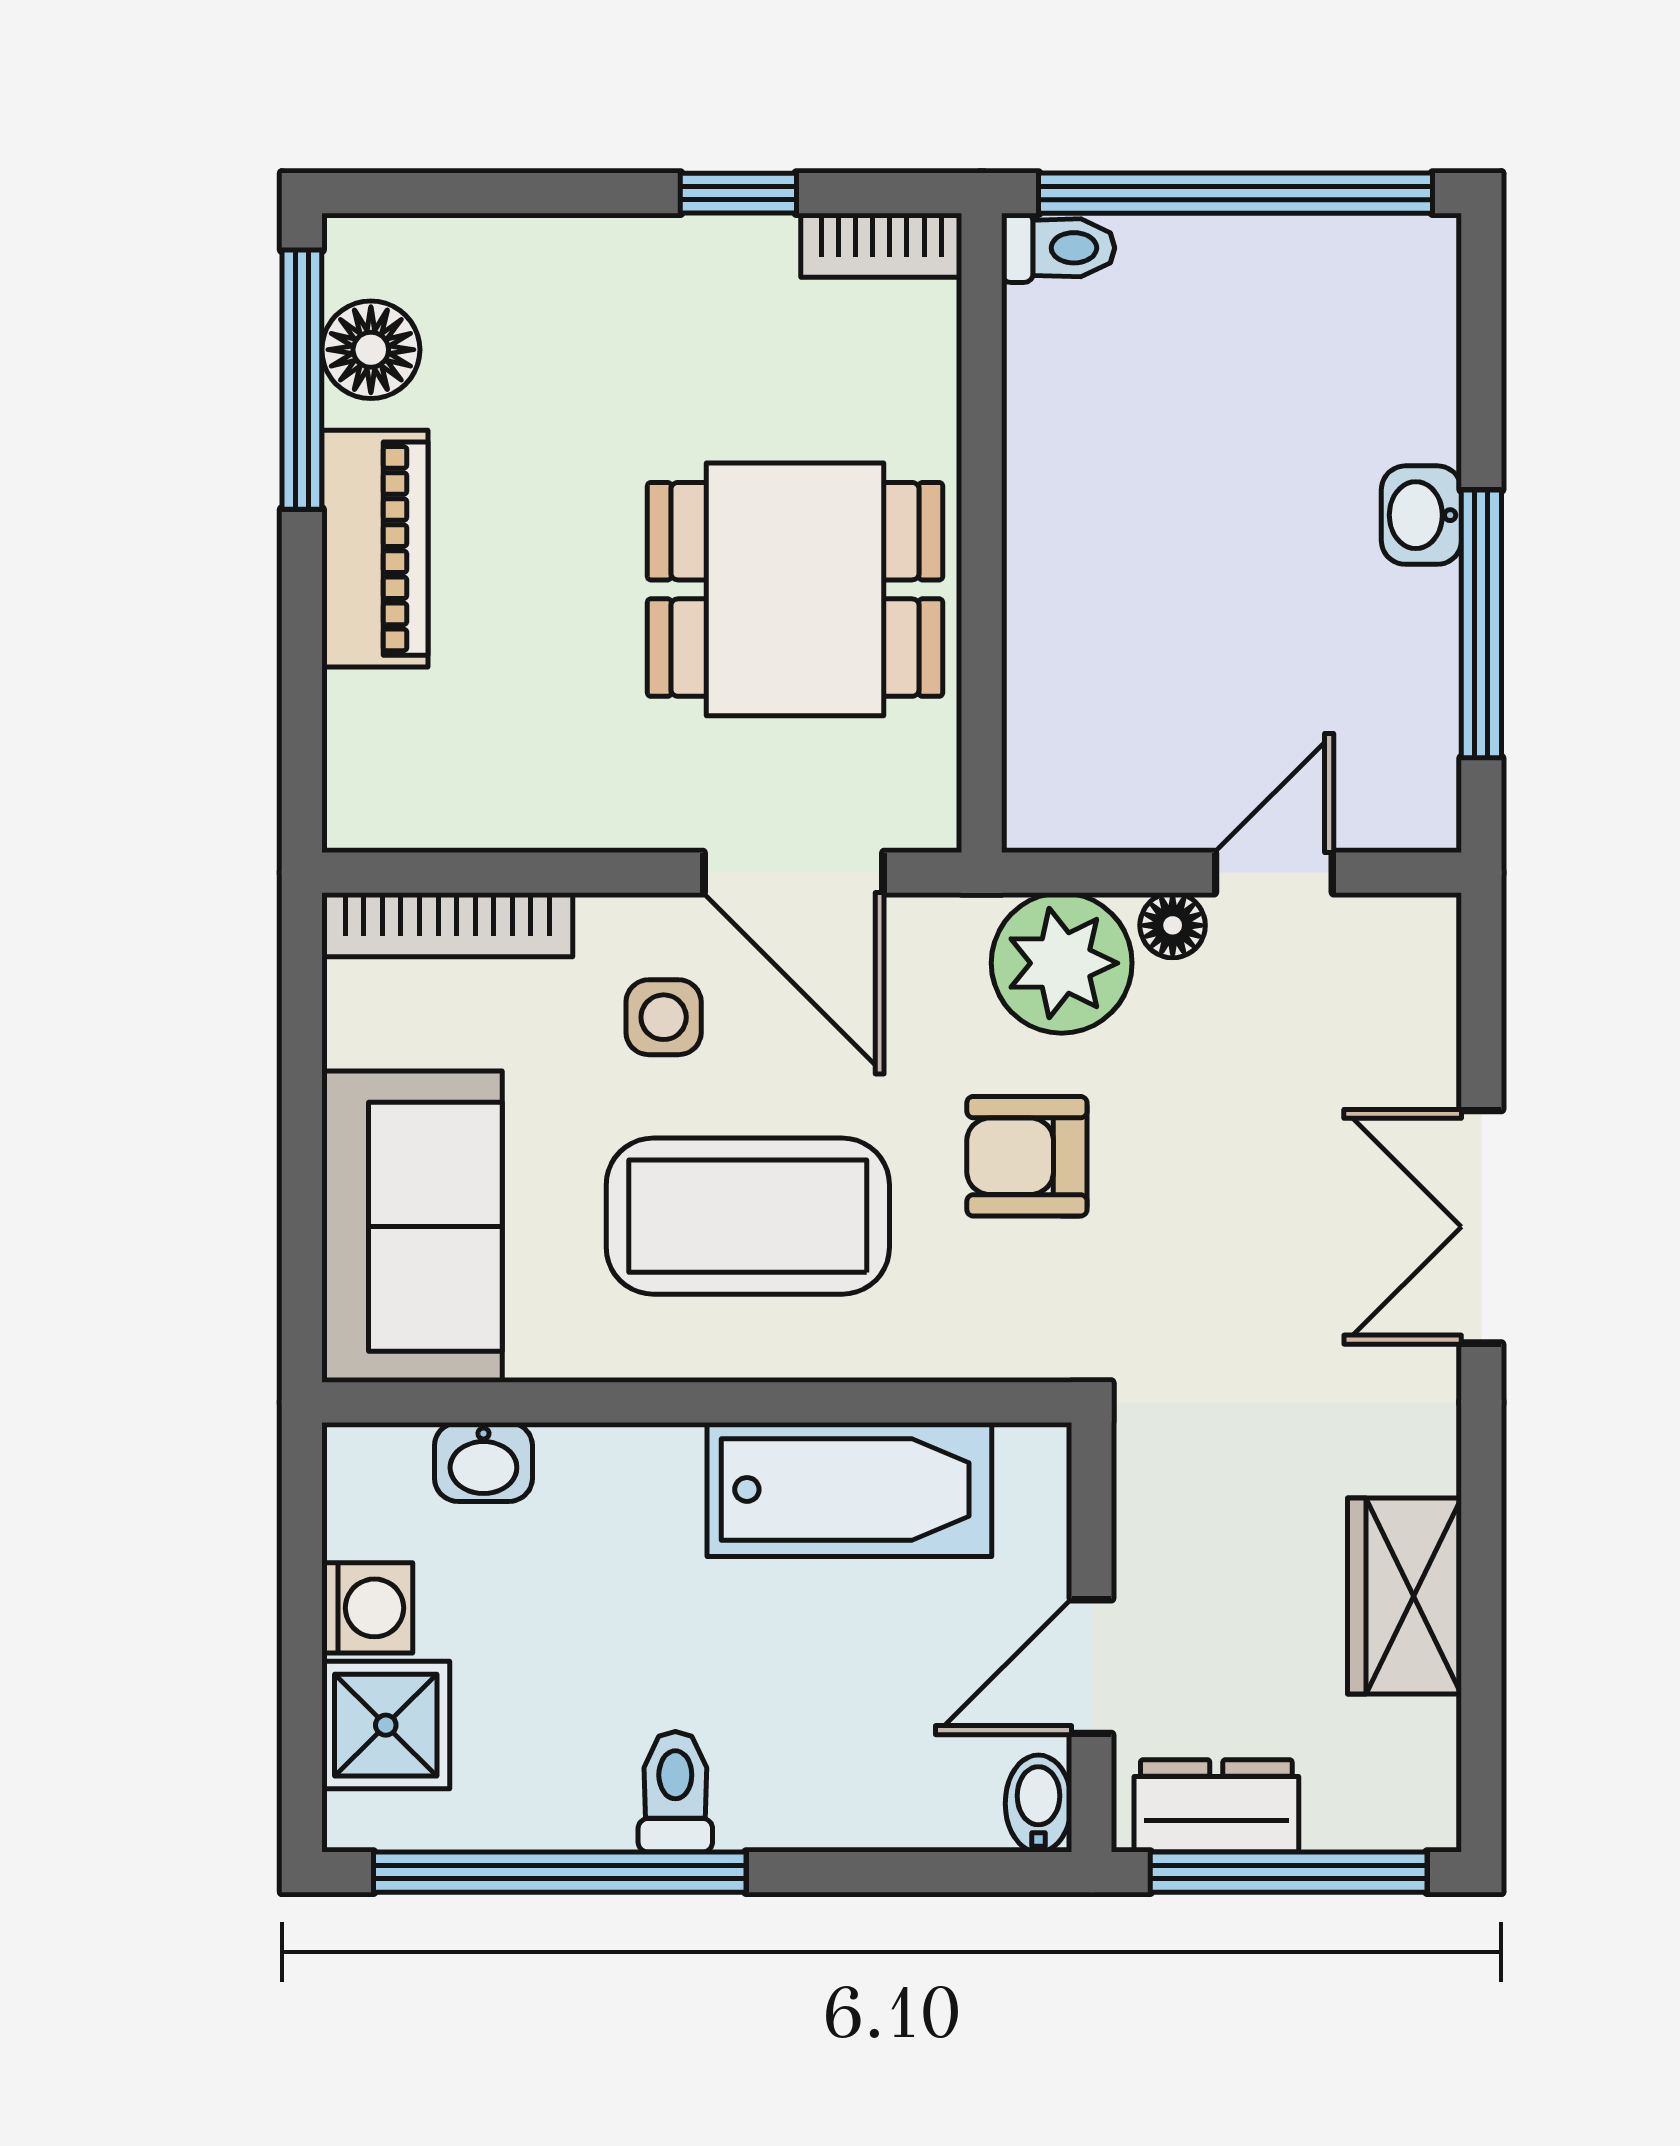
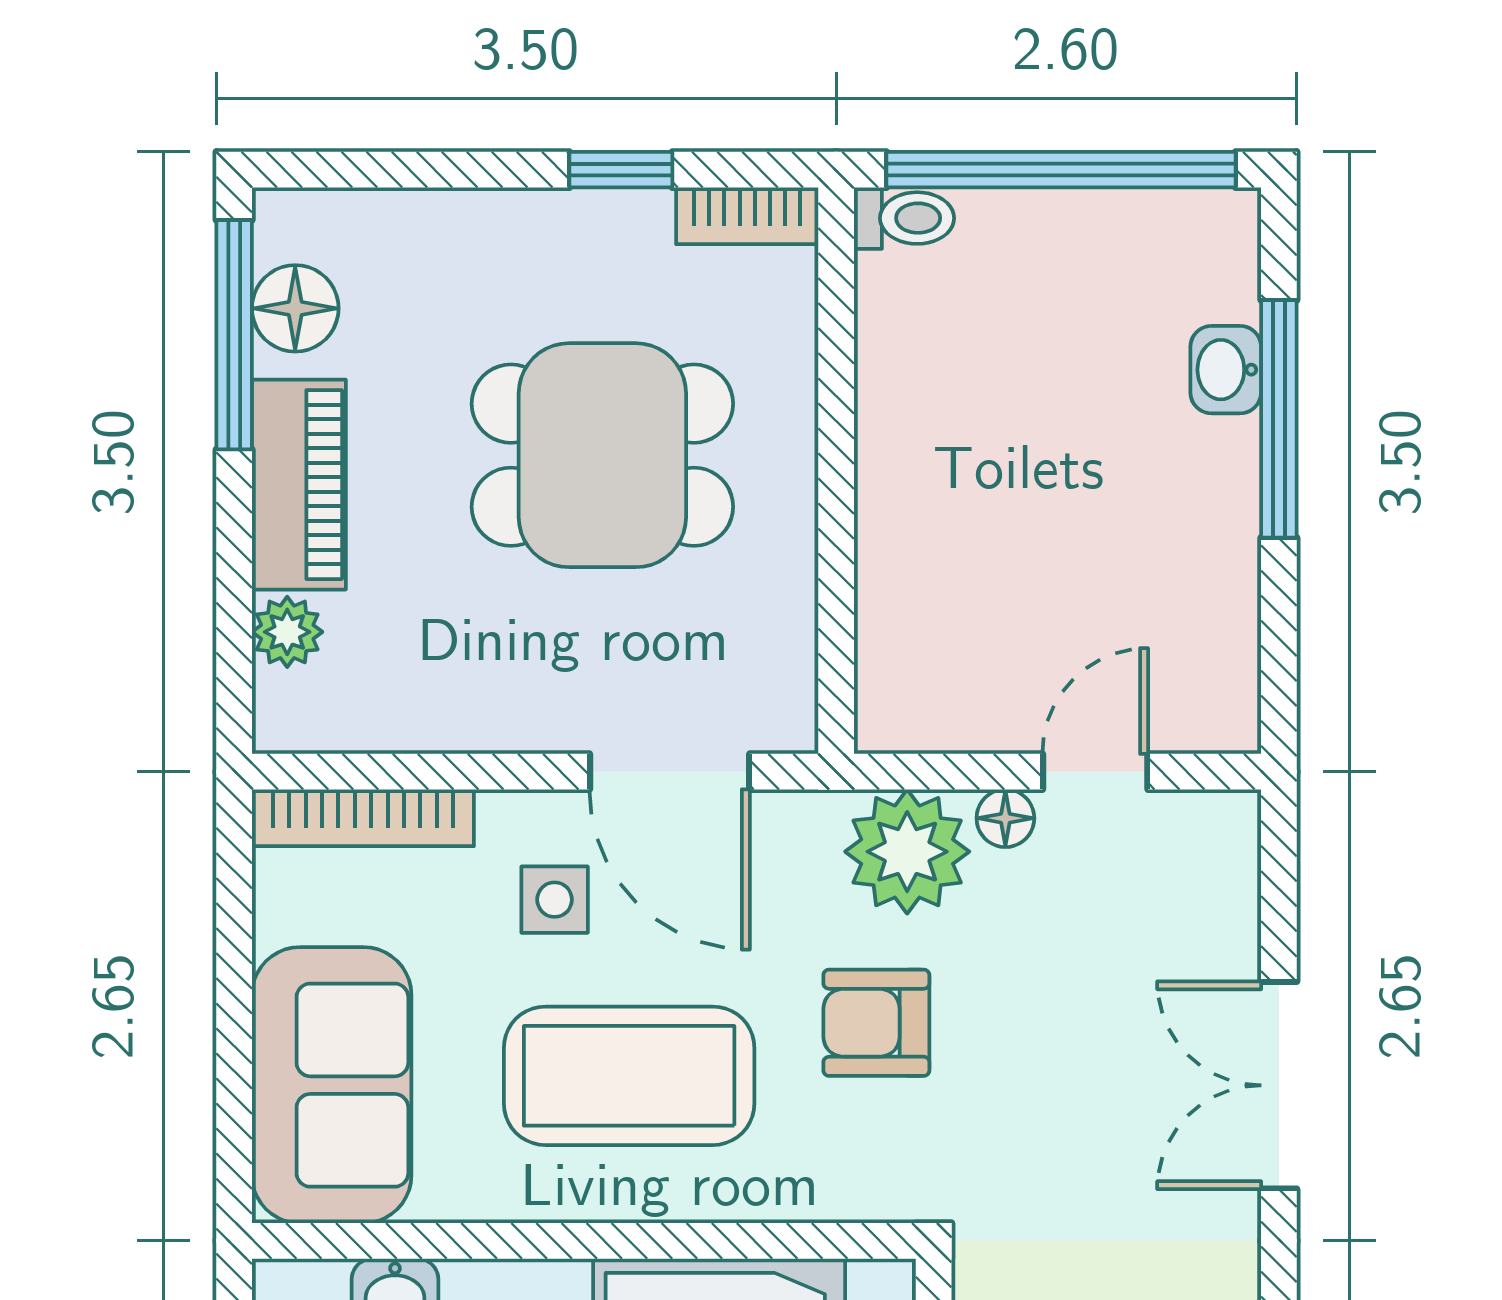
washbasin: (1421, 515) -> (1226, 370), moved
dining table: (795, 589) -> (602, 455), moved
window: (1481, 624) -> (1279, 419), moved
plant: (362, 715) -> (287, 632), added

